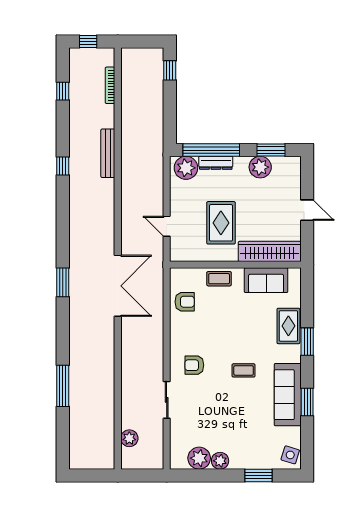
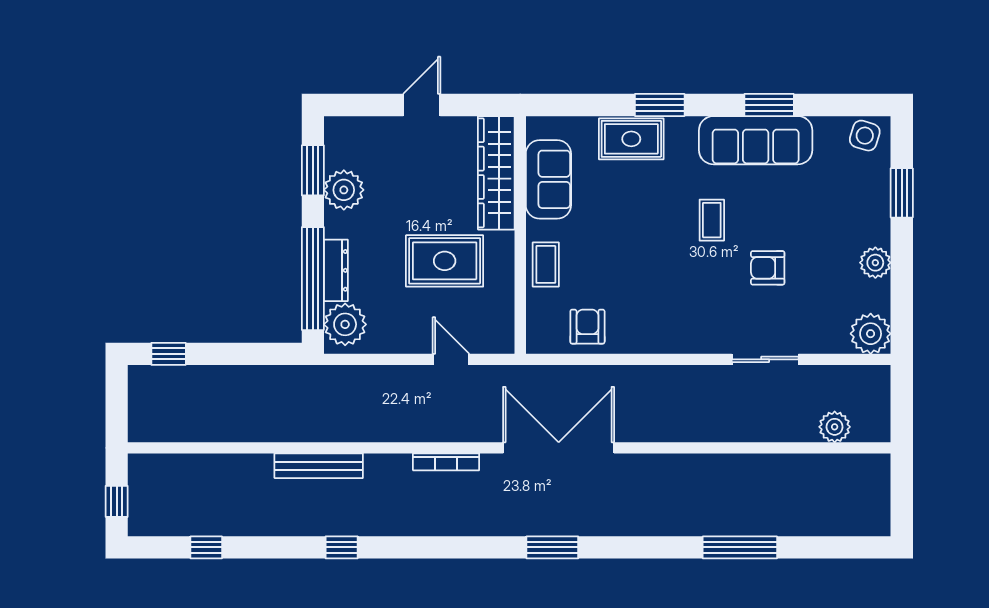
bookcase: (110, 85) -> (446, 462), moved
door: (167, 226) -> (451, 359), swing flipped
armchair: (194, 365) -> (768, 268), moved, turned 90
plant: (199, 458) -> (871, 334), moved

